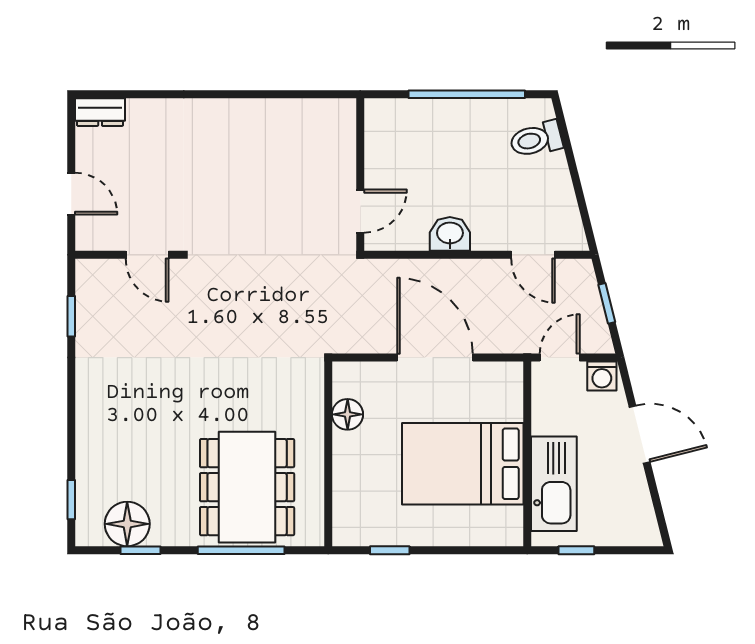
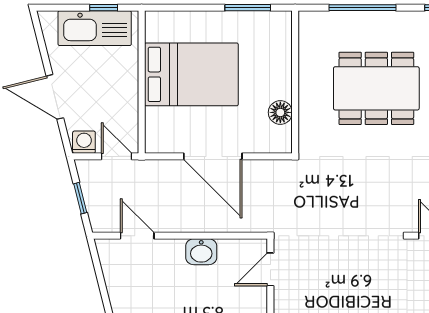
door: (560, 358) -> (117, 156), swing flipped
kitchen sink: (554, 484) -> (95, 28), moved, turned -90
dining table: (247, 487) -> (376, 88), moved, turned 90
window: (390, 550) -> (248, 8), width x1.50

